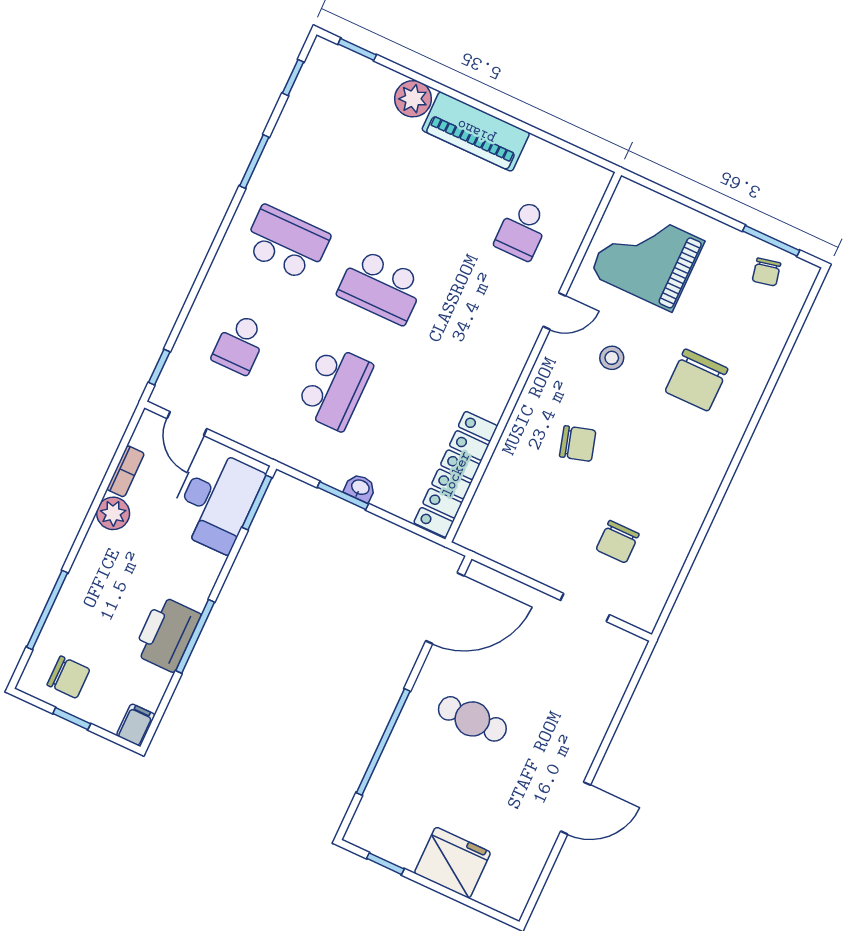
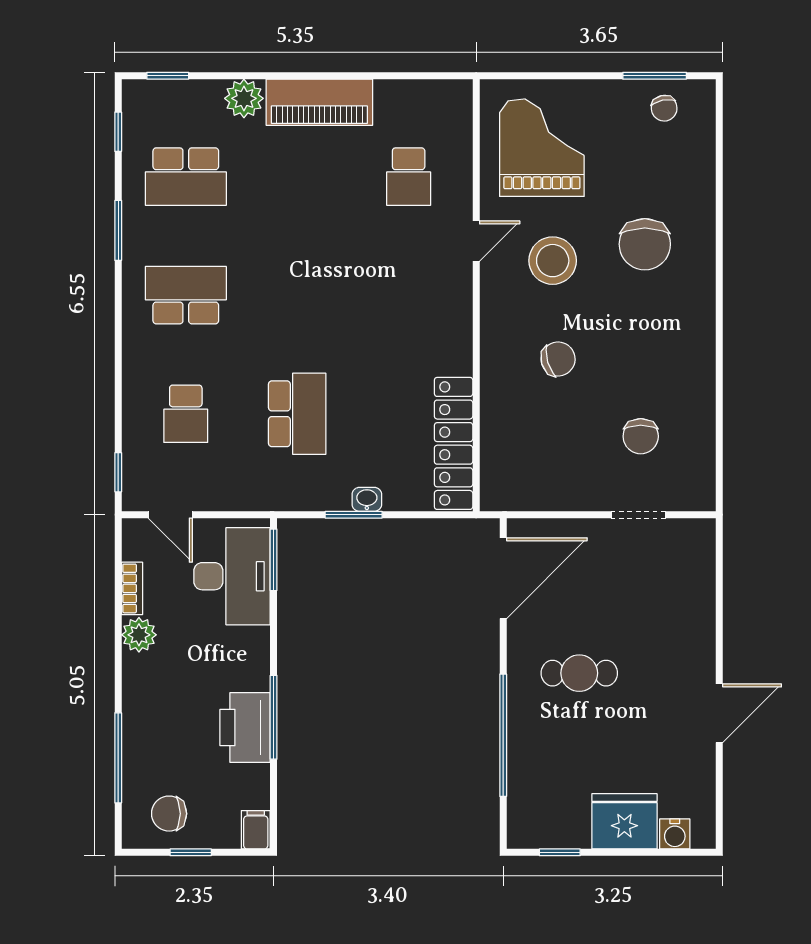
grand piano: (647, 258) -> (542, 148), turned 90
school desk: (381, 287) -> (186, 177), moved
stool: (612, 358) -> (553, 261), width x1.89, depth x1.89
chair: (68, 677) -> (169, 814), turned 180
water cooler: (490, 893) -> (675, 834), added

